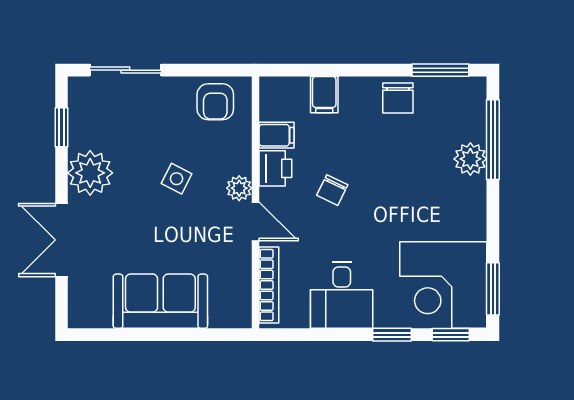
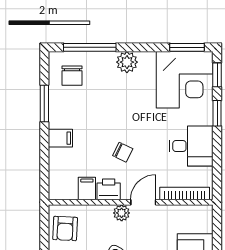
window: (440, 70) -> (44, 103), moved
filing cabinet: (324, 95) -> (60, 138), moved
chair: (398, 98) -> (72, 76), moved, turned 90
armchair: (215, 102) -> (65, 228), turned 93
plant: (470, 159) -> (127, 62), moved

